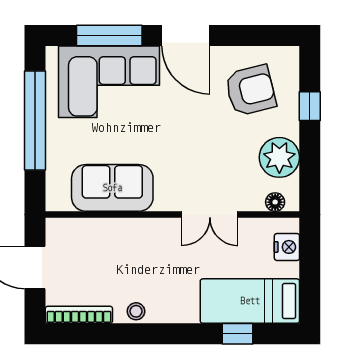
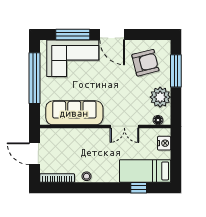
window: (310, 106) -> (176, 71), width x2.17
sofa: (112, 188) -> (74, 113), width x1.36

